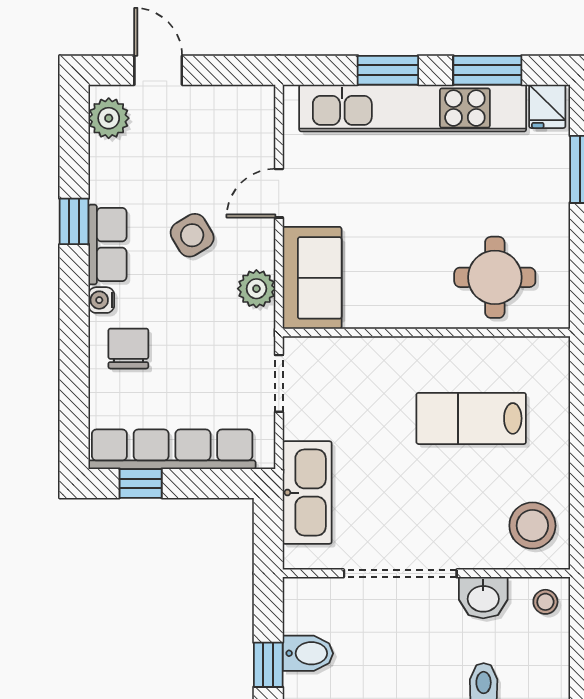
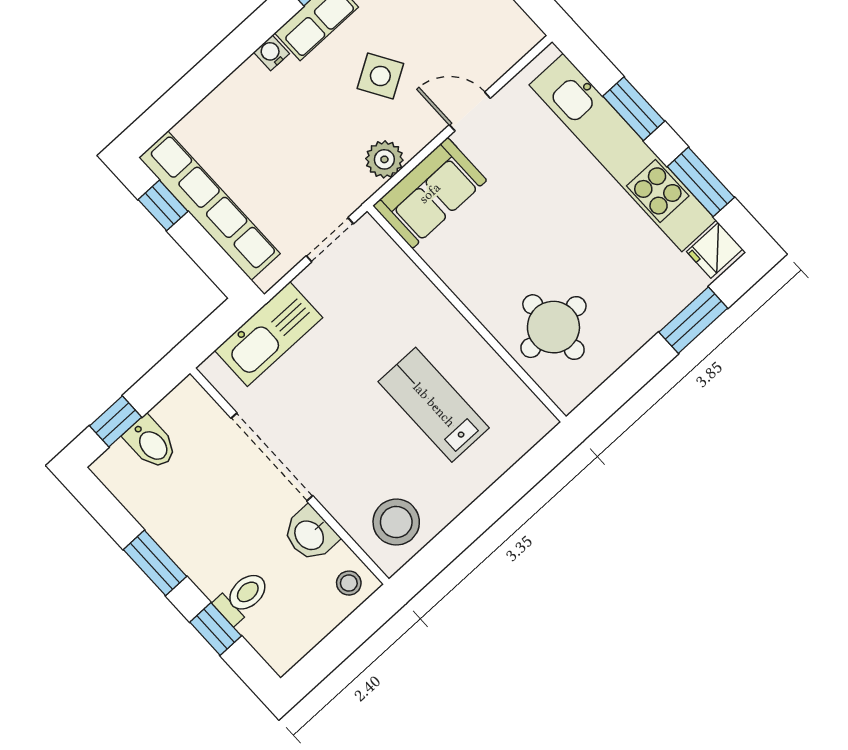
chair: (128, 349) -> (254, 105), removed

